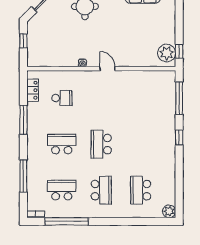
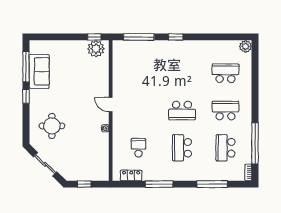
door: (107, 69) -> (111, 105), hinge flipped
school desk: (141, 190) -> (225, 73), turned 180

